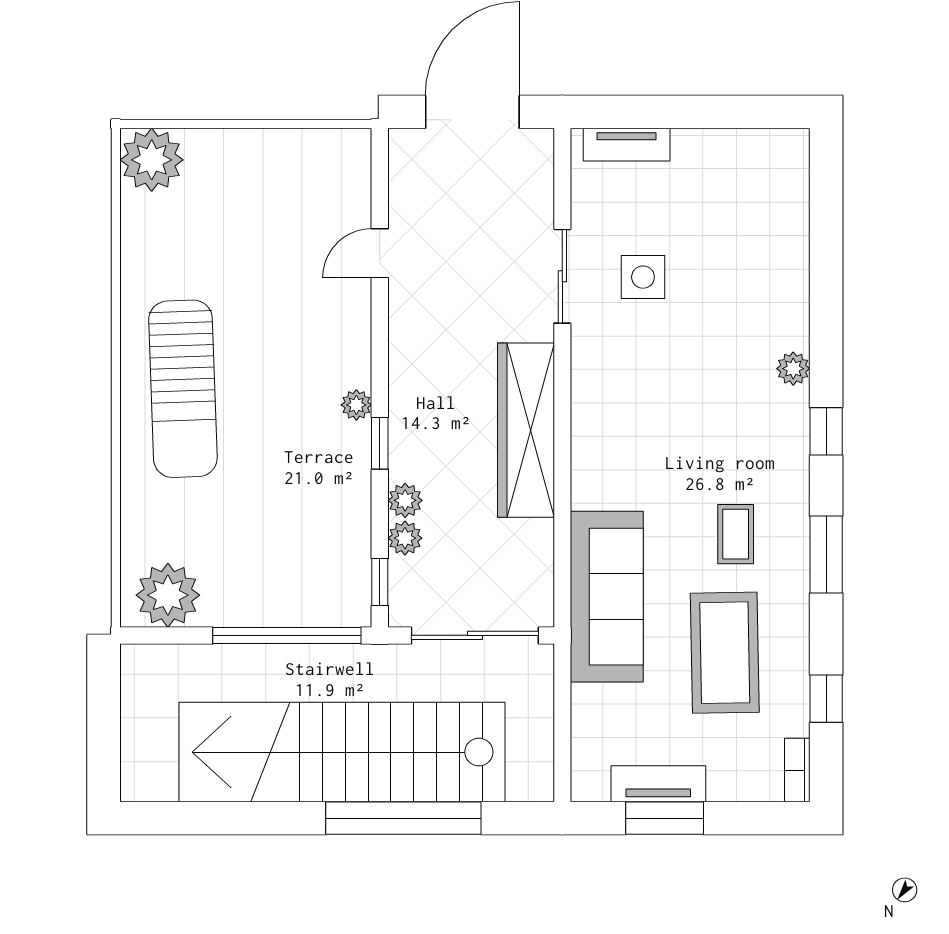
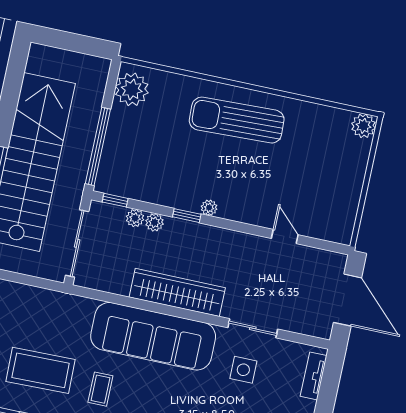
plant: (152, 160) -> (364, 126), width x0.73, depth x0.73
coffee table: (736, 534) -> (100, 389), turned 90
sofa: (607, 597) -> (153, 336), moved, width x1.36, depth x1.27

